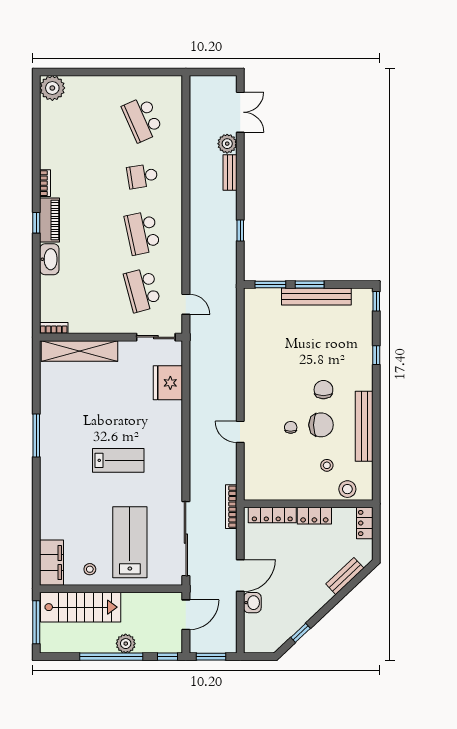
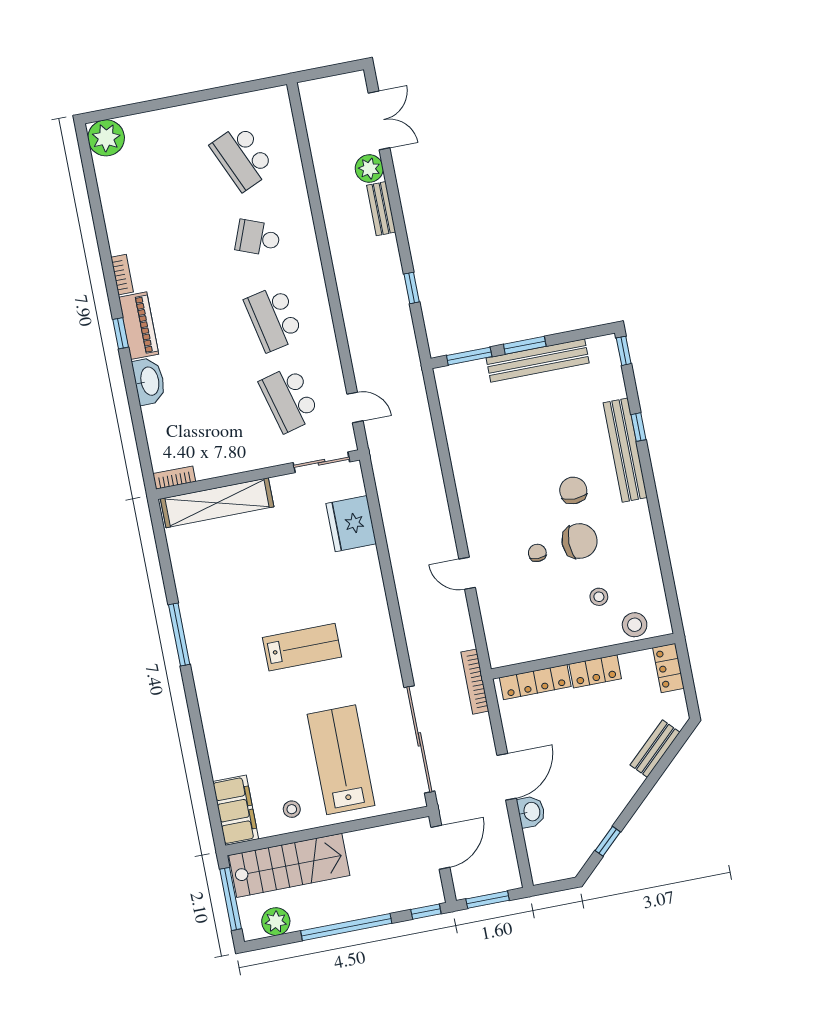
school desk: (142, 176) -> (258, 238), turned 30
bench: (364, 426) -> (625, 450), moved
plant: (126, 644) -> (276, 922), moved

